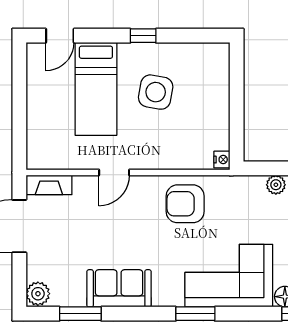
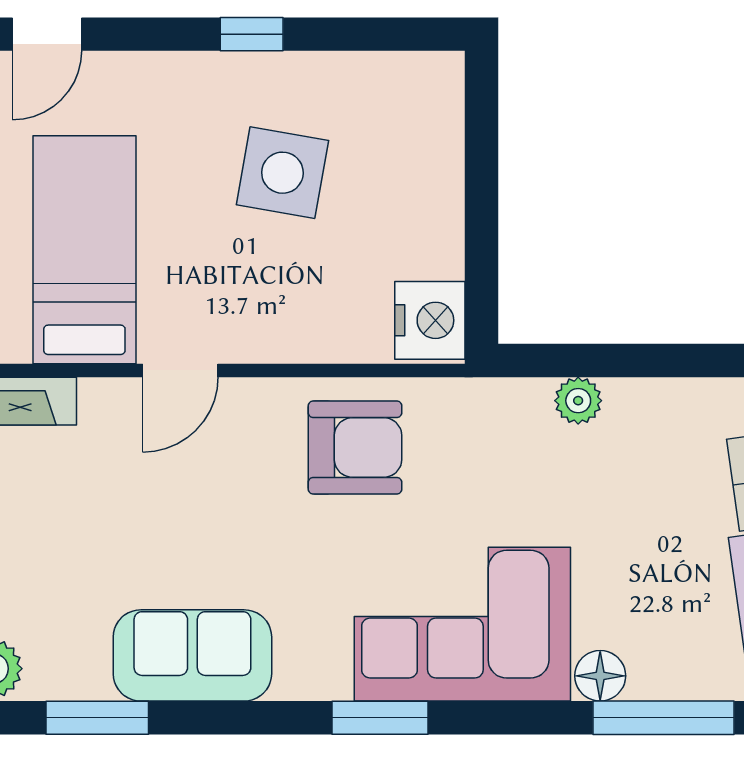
bed: (96, 89) -> (84, 250), moved, turned 180
nightstand: (222, 160) -> (430, 320), width x1.89, depth x1.79
armchair: (185, 204) -> (355, 447), turned 180

